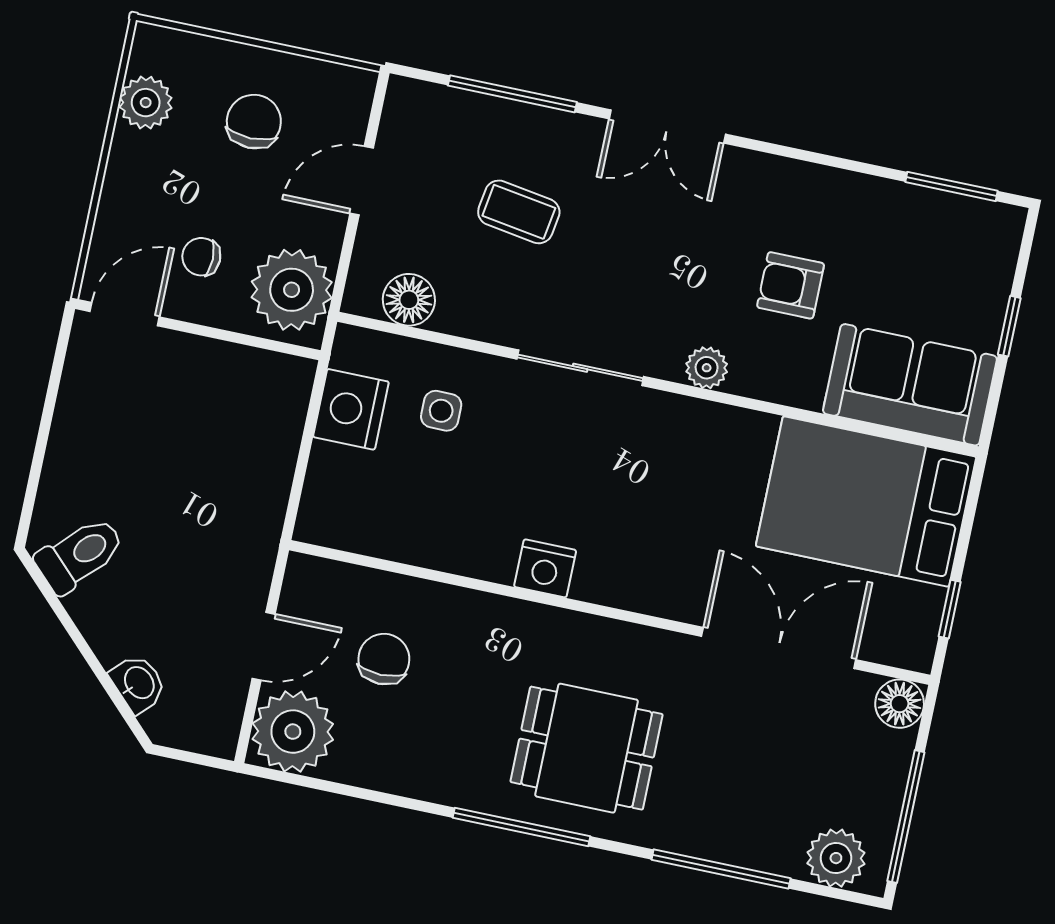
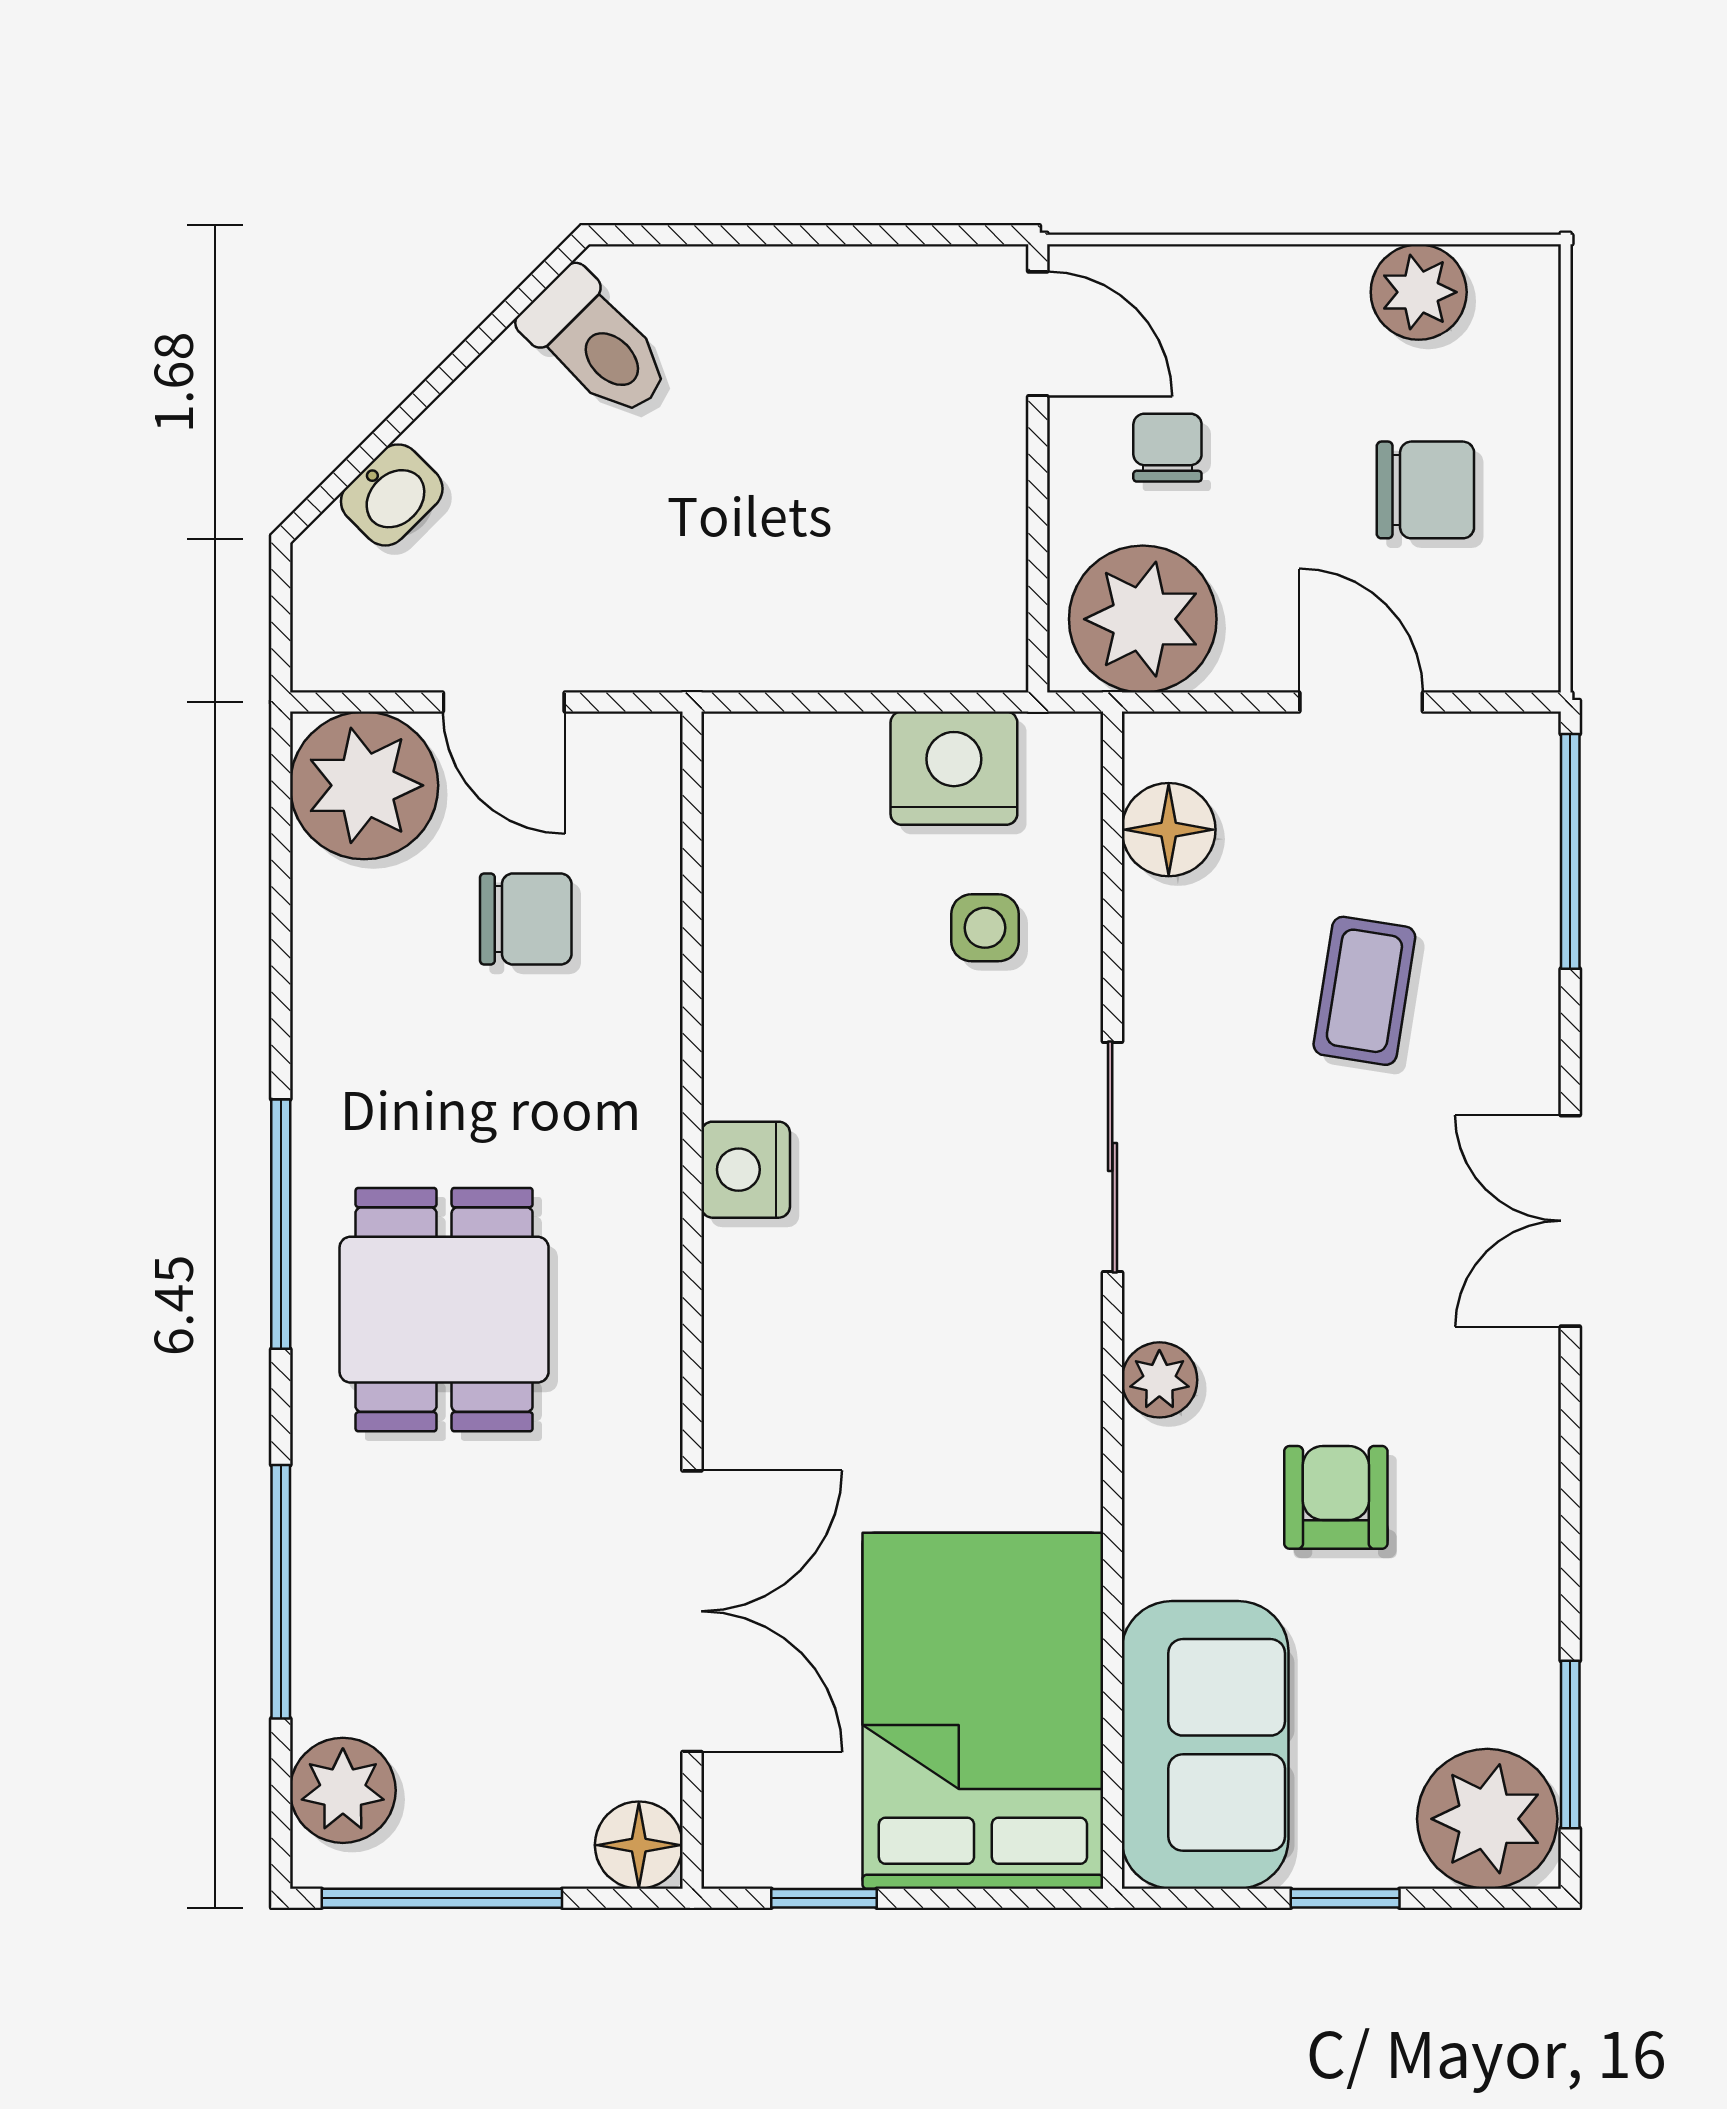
window: (512, 94) -> (1570, 851), moved
plant: (982, 240) -> (1487, 1819), added

